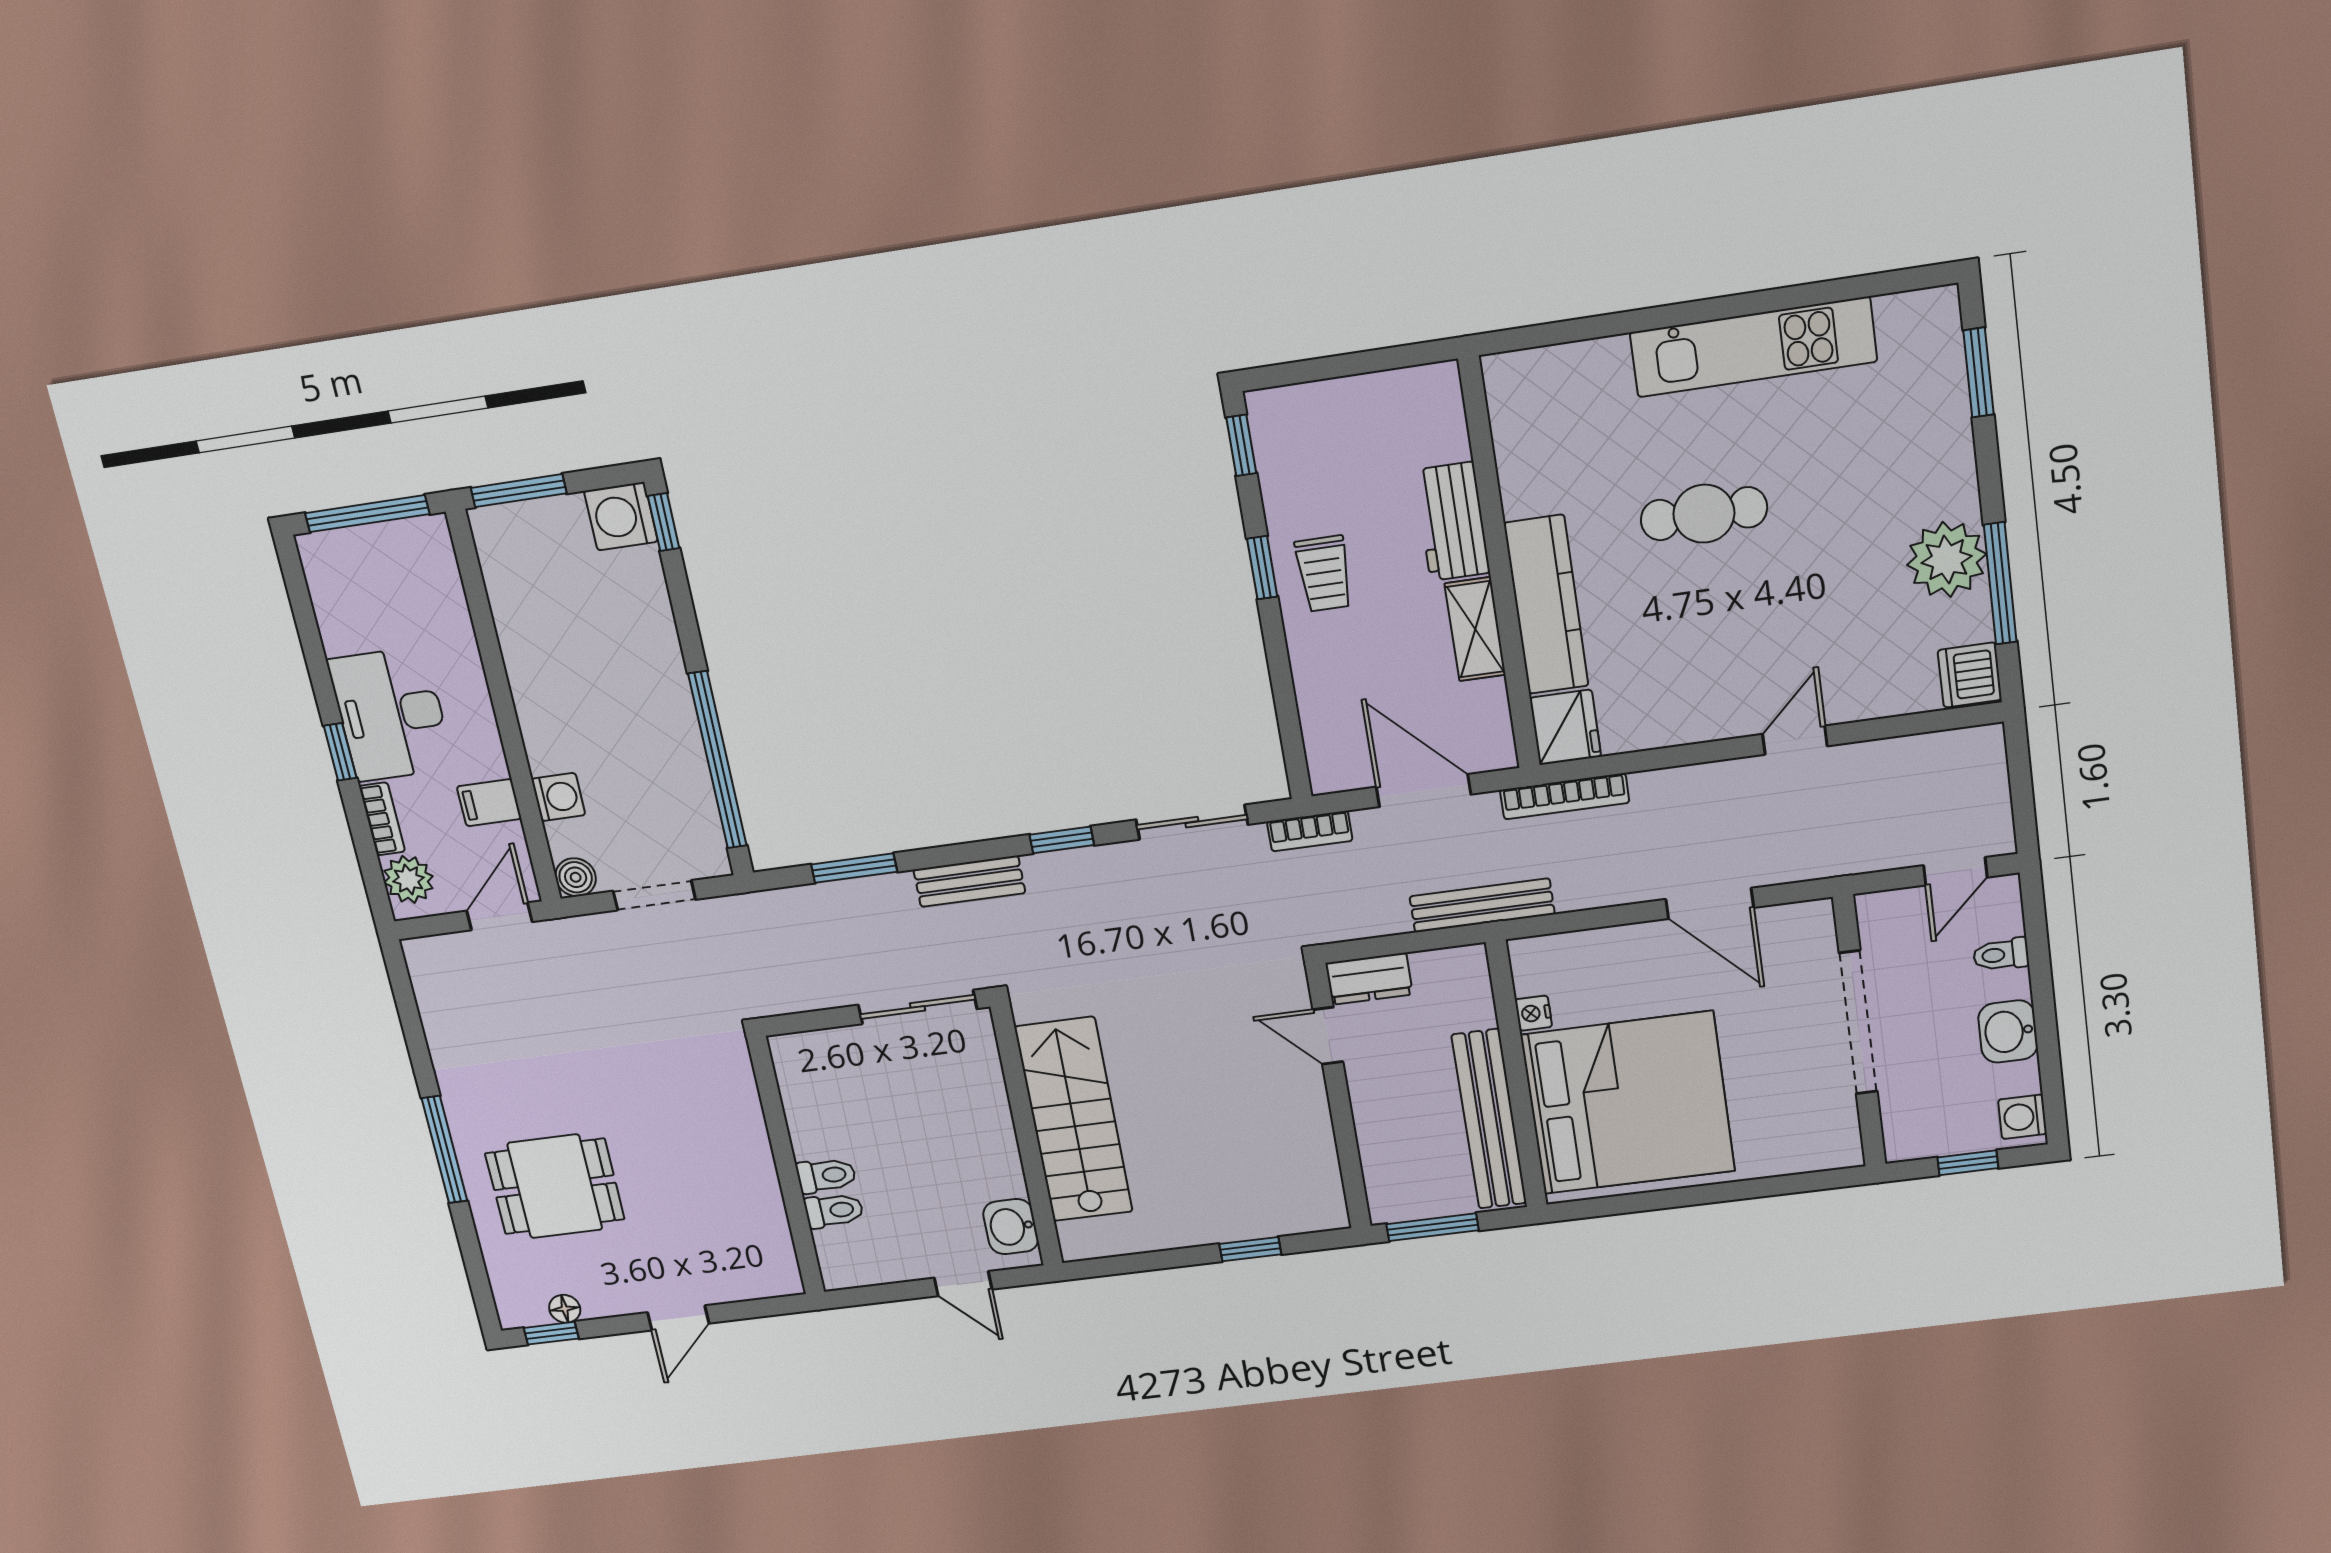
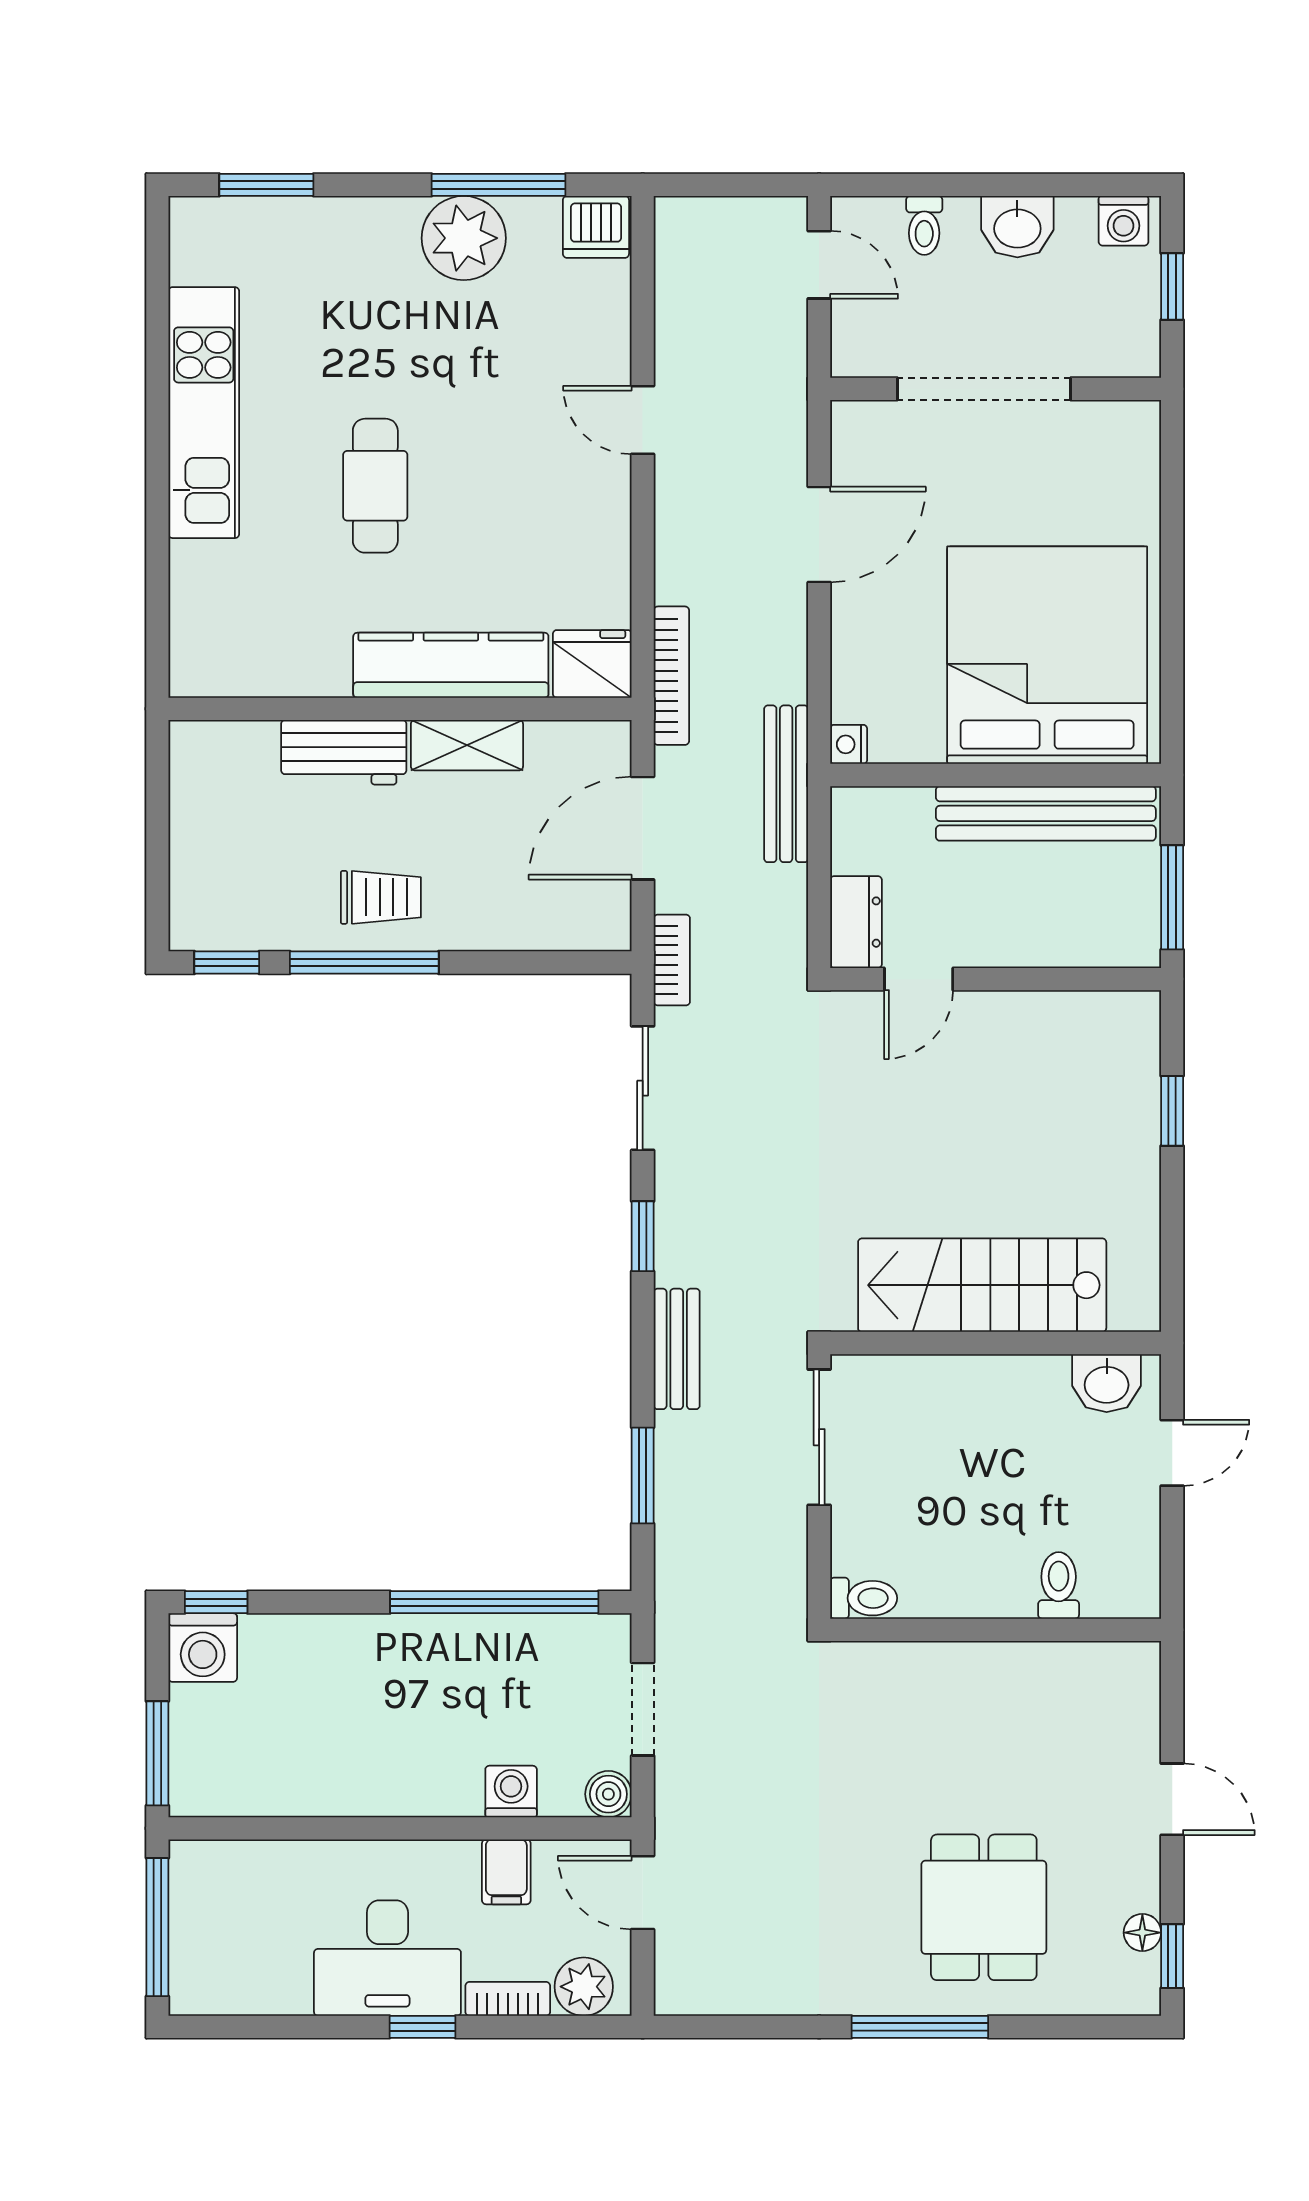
window: (1262, 568) -> (364, 963), width x2.17
nightstand: (1533, 1013) -> (849, 744), moved, turned 90
toilet: (826, 1175) -> (864, 1598), moved, turned 90

